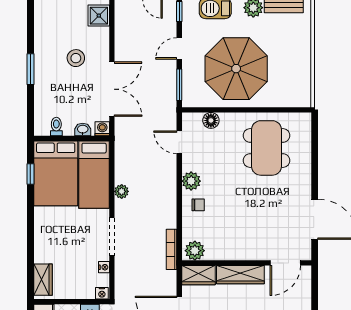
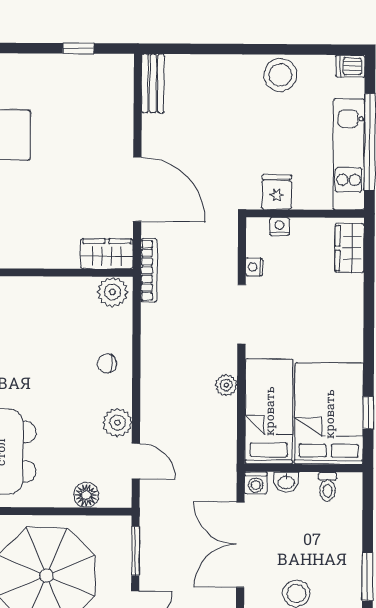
plant: (191, 181) -> (117, 423), moved
bookcase: (172, 249) -> (149, 270), moved
wardrobe: (240, 275) -> (42, 254), removed
nightstand: (102, 293) -> (280, 226), moved

